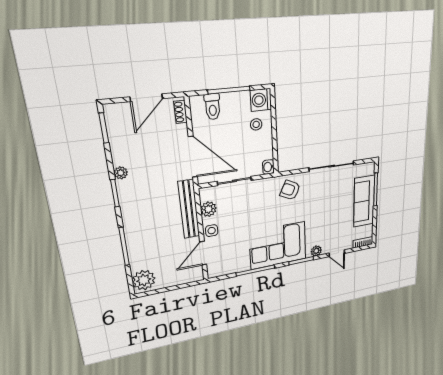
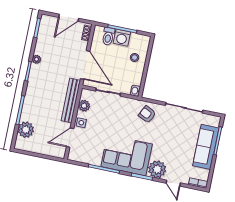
washing machine: (261, 100) -> (122, 38), moved, turned -90
plant: (316, 251) -> (157, 169), width x1.87, depth x1.87
plant: (144, 280) -> (26, 130), moved

